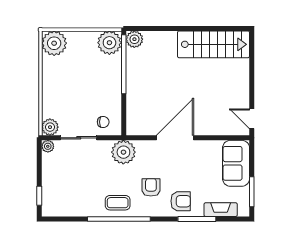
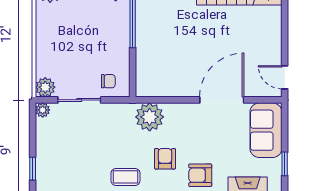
door: (175, 138) -> (222, 100), moved
plant: (123, 152) -> (150, 117), moved
window: (252, 192) -> (285, 164), width x0.67
armchair: (181, 201) -> (200, 175), turned 180

